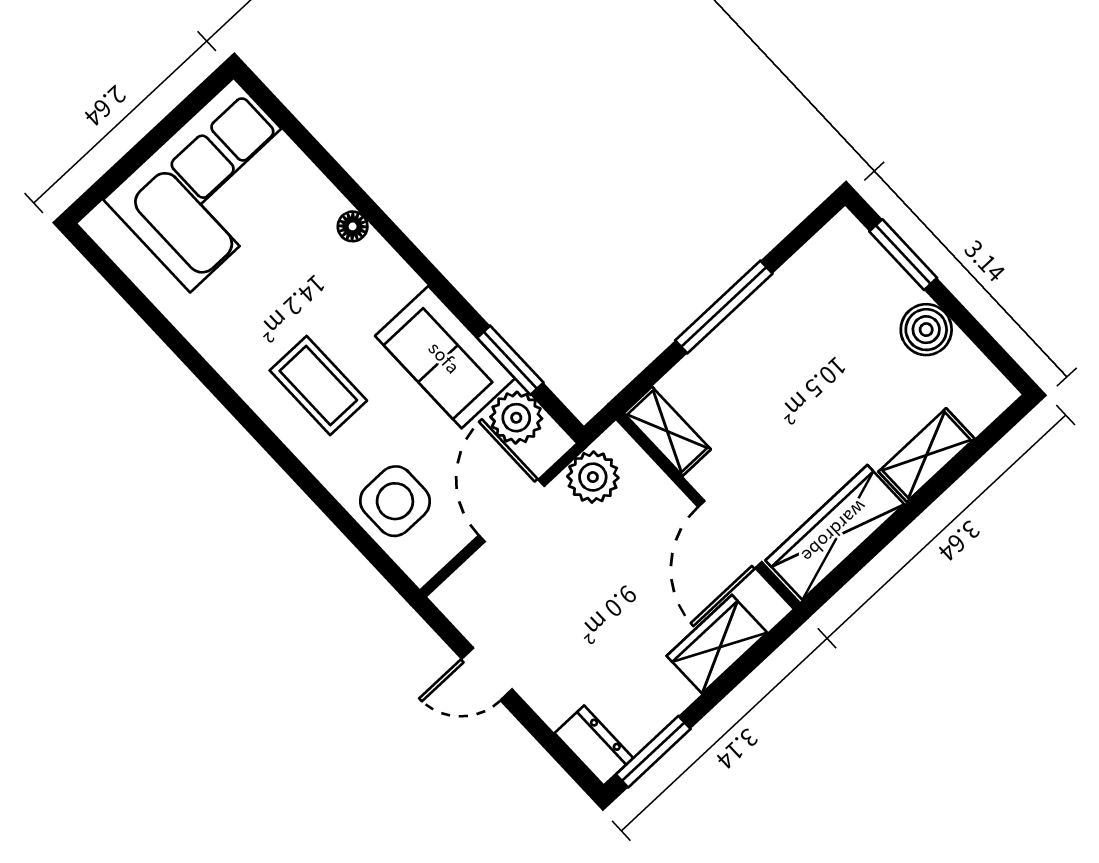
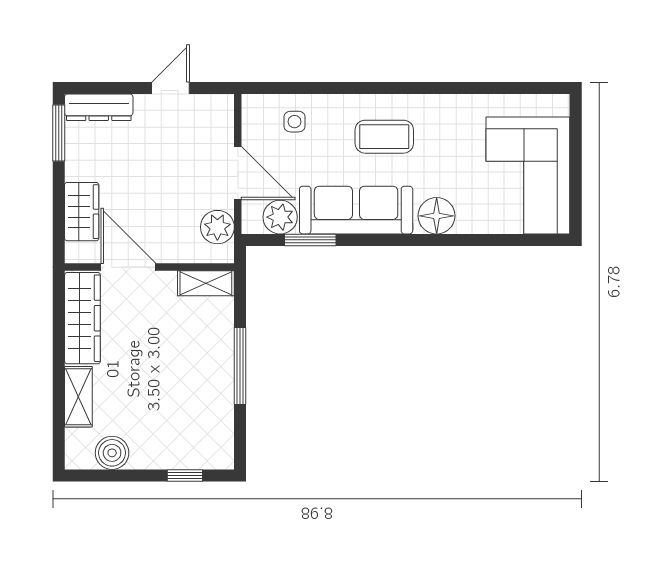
floor lamp: (353, 226) -> (437, 216), width x1.89, depth x1.89
window: (903, 255) -> (185, 475), width x0.67
boiler: (926, 330) -> (112, 453), moved
sofa: (445, 357) -> (356, 210), width x1.36
side table: (395, 501) -> (295, 122), width x0.54, depth x0.54
dresser: (594, 746) -> (99, 107), width x1.44

